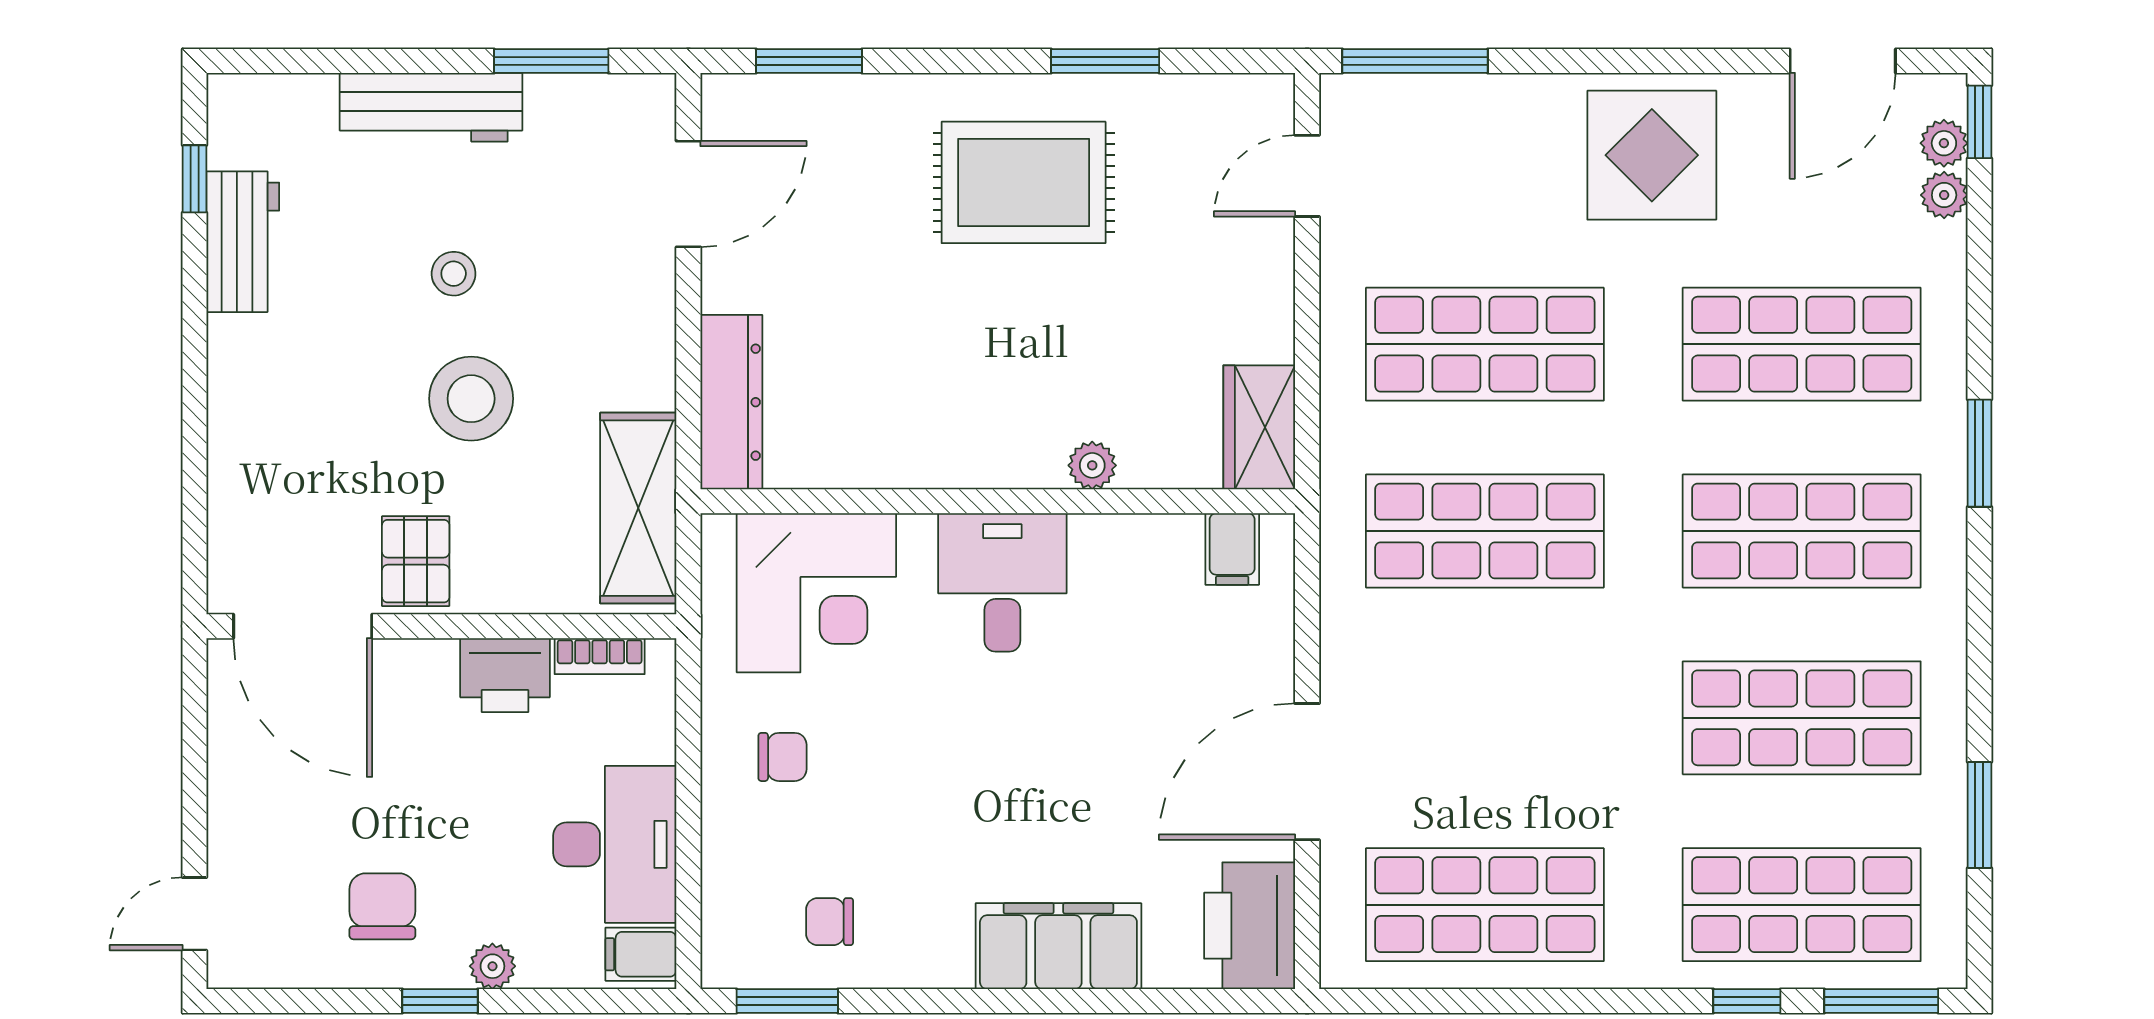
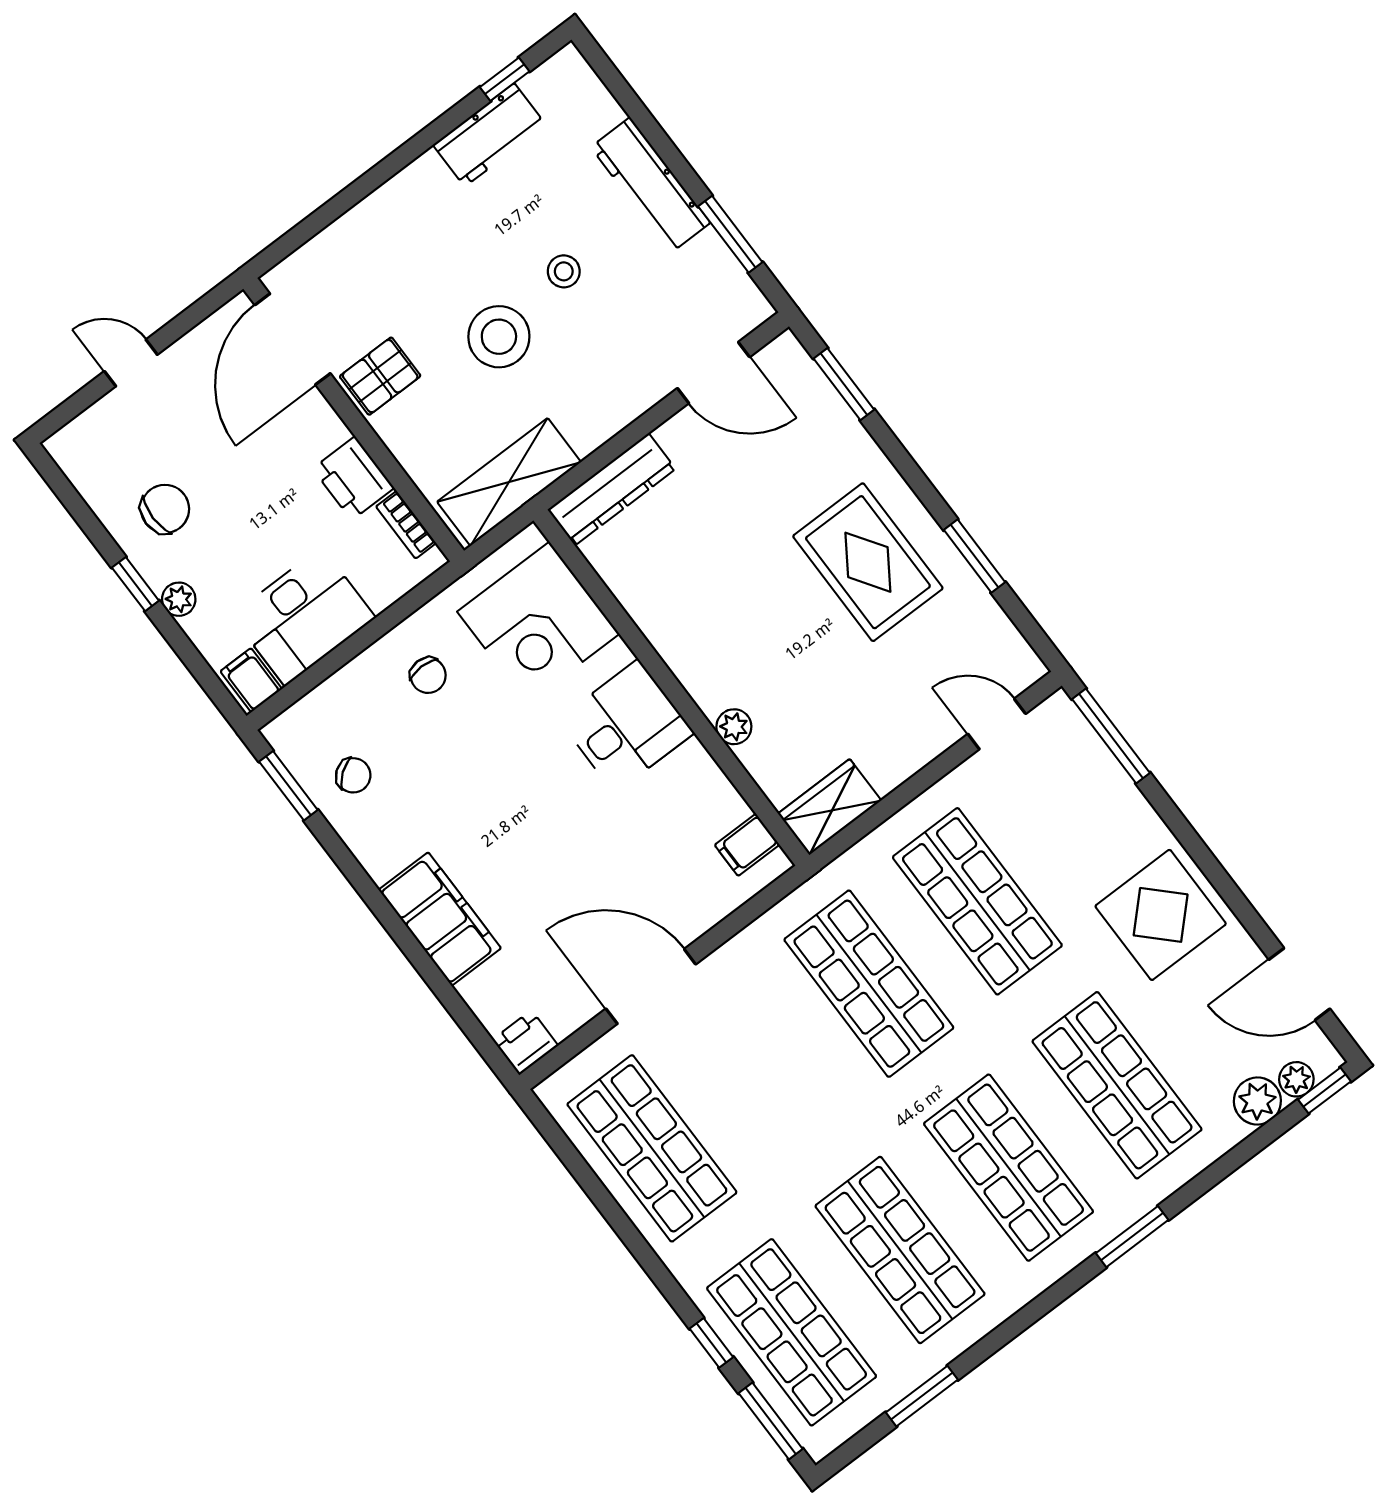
plant: (1944, 195) -> (1257, 1101), width x1.38, depth x1.38
door: (195, 914) -> (131, 363), moved
chair: (830, 922) -> (353, 775), turned 143
printer: (1250, 926) -> (525, 1043), width x0.53, depth x0.68

